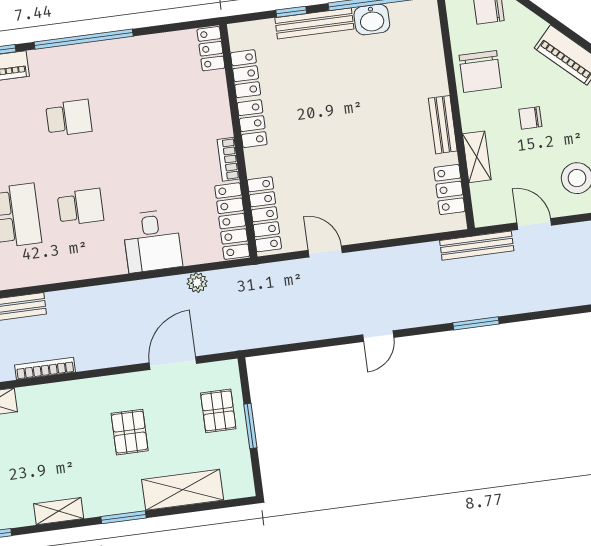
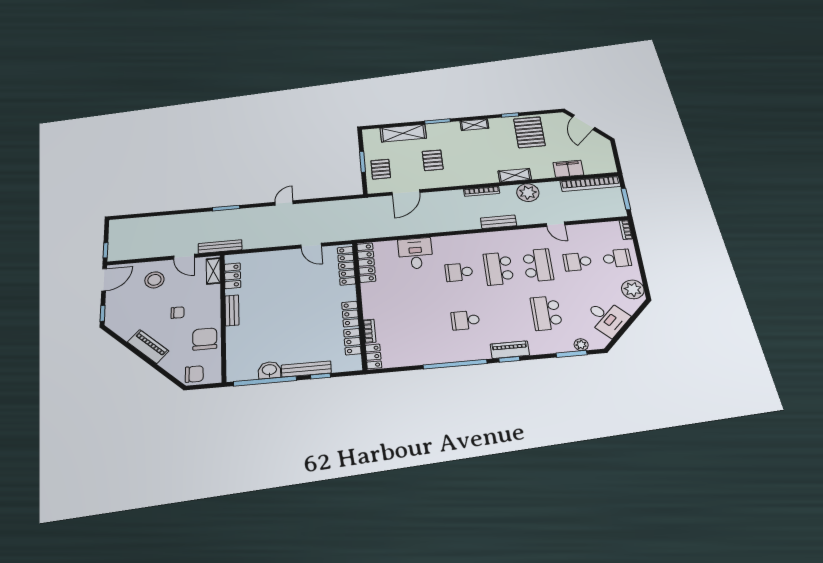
shelving: (477, 157) -> (213, 271), moved
bookcase: (228, 159) -> (370, 331), moved
plant: (197, 283) -> (389, 232), removed

